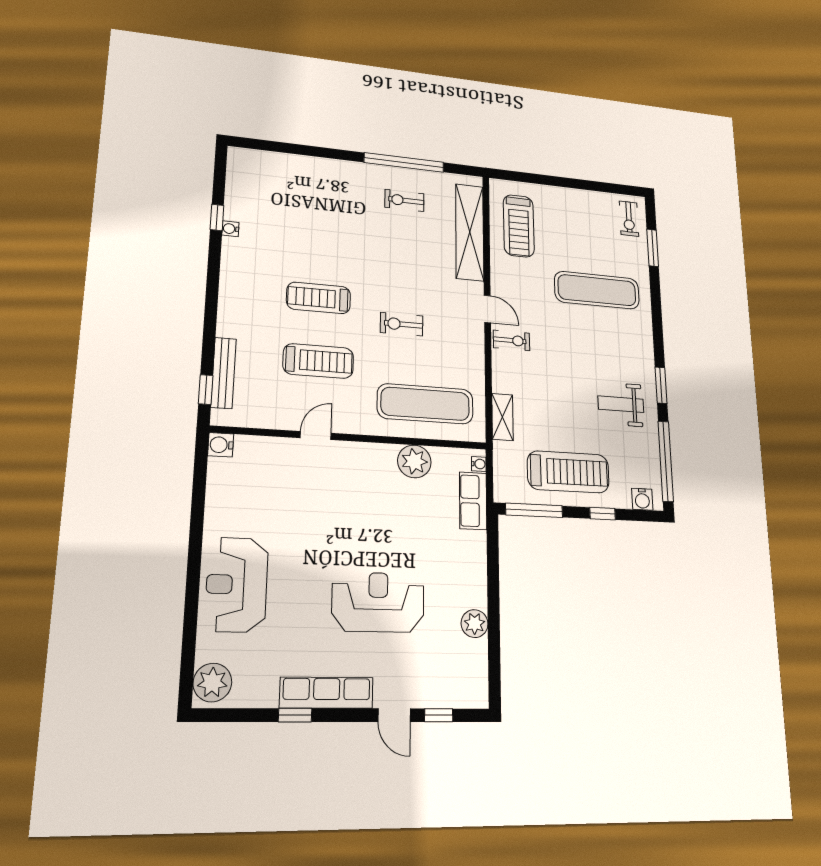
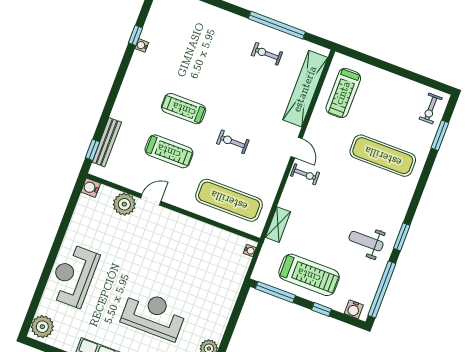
plant: (414, 461) -> (124, 204), moved
row of seats: (473, 501) -> (237, 273), removed

